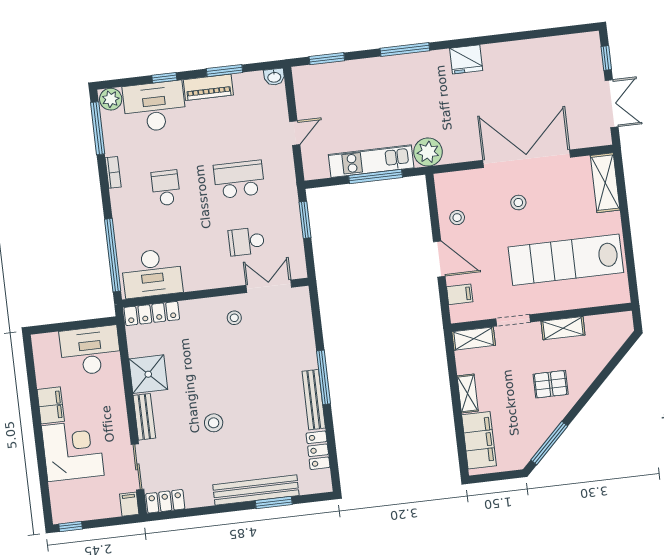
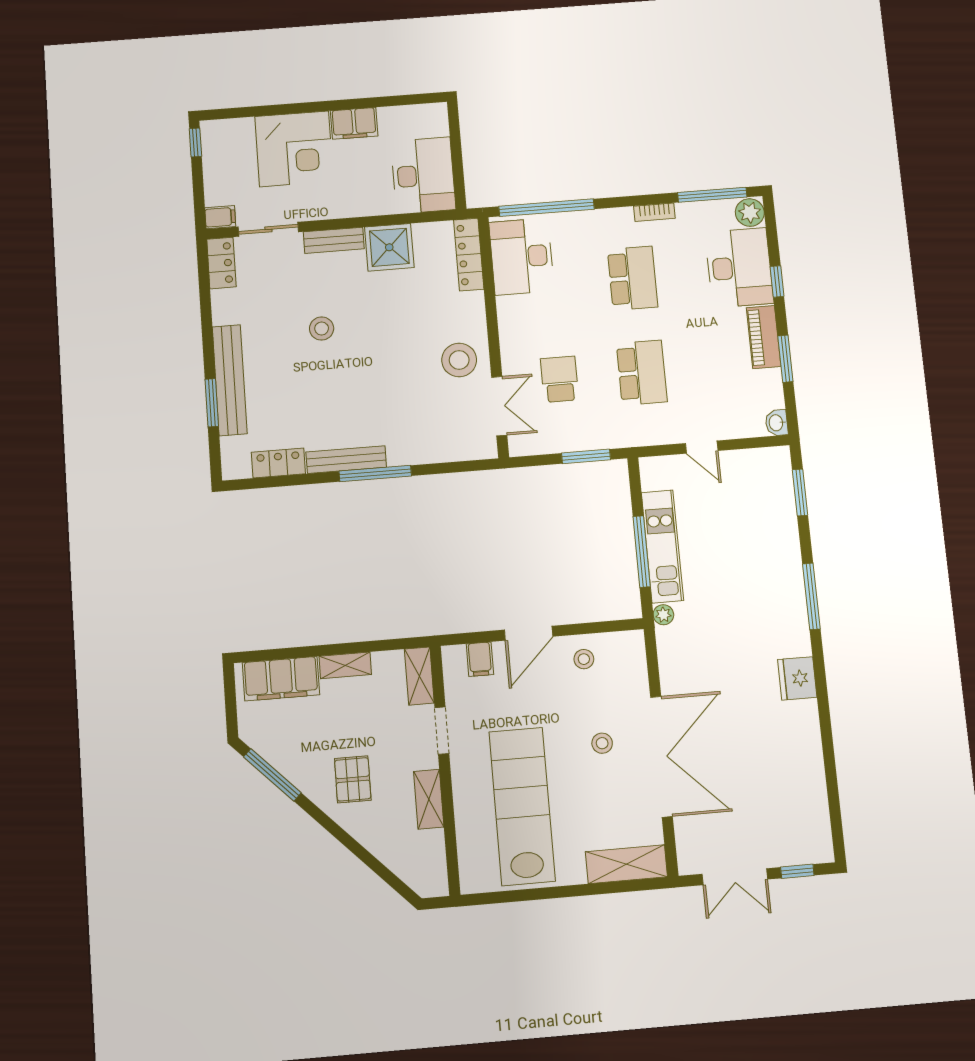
plant: (428, 152) -> (663, 615), width x0.53, depth x0.53
school desk: (166, 188) -> (633, 278), width x1.85
stool: (234, 318) -> (459, 360), width x1.89, depth x1.89

